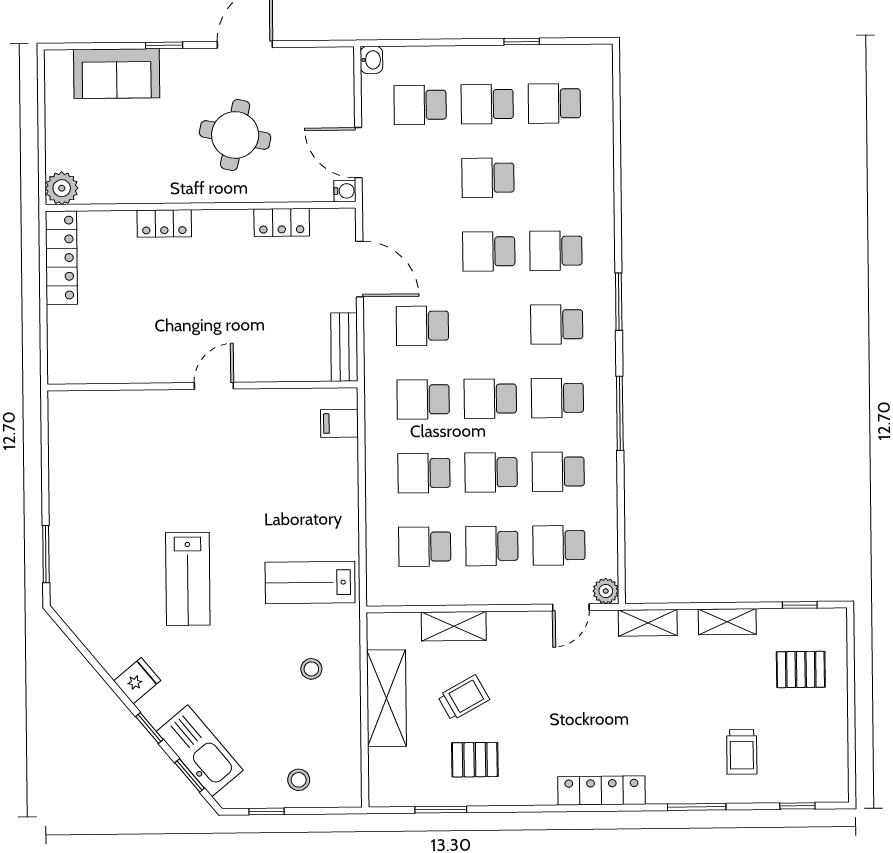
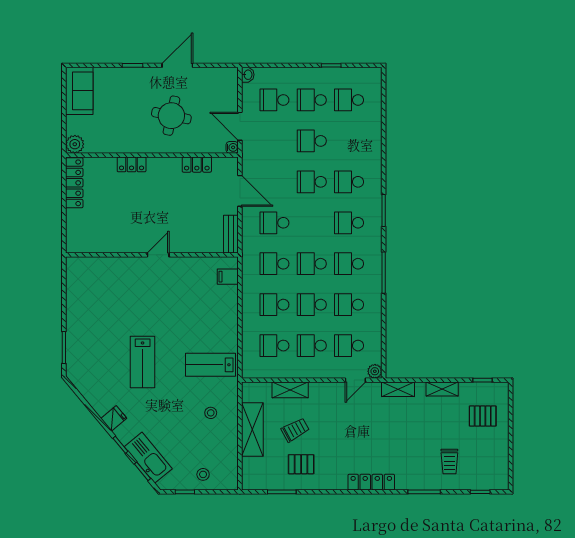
sofa: (117, 74) -> (79, 91), moved, turned -90

